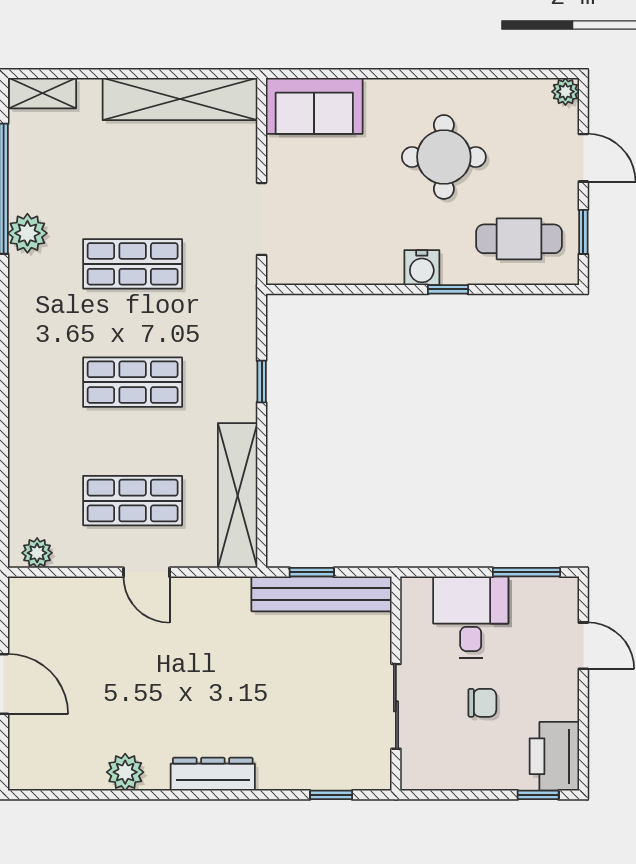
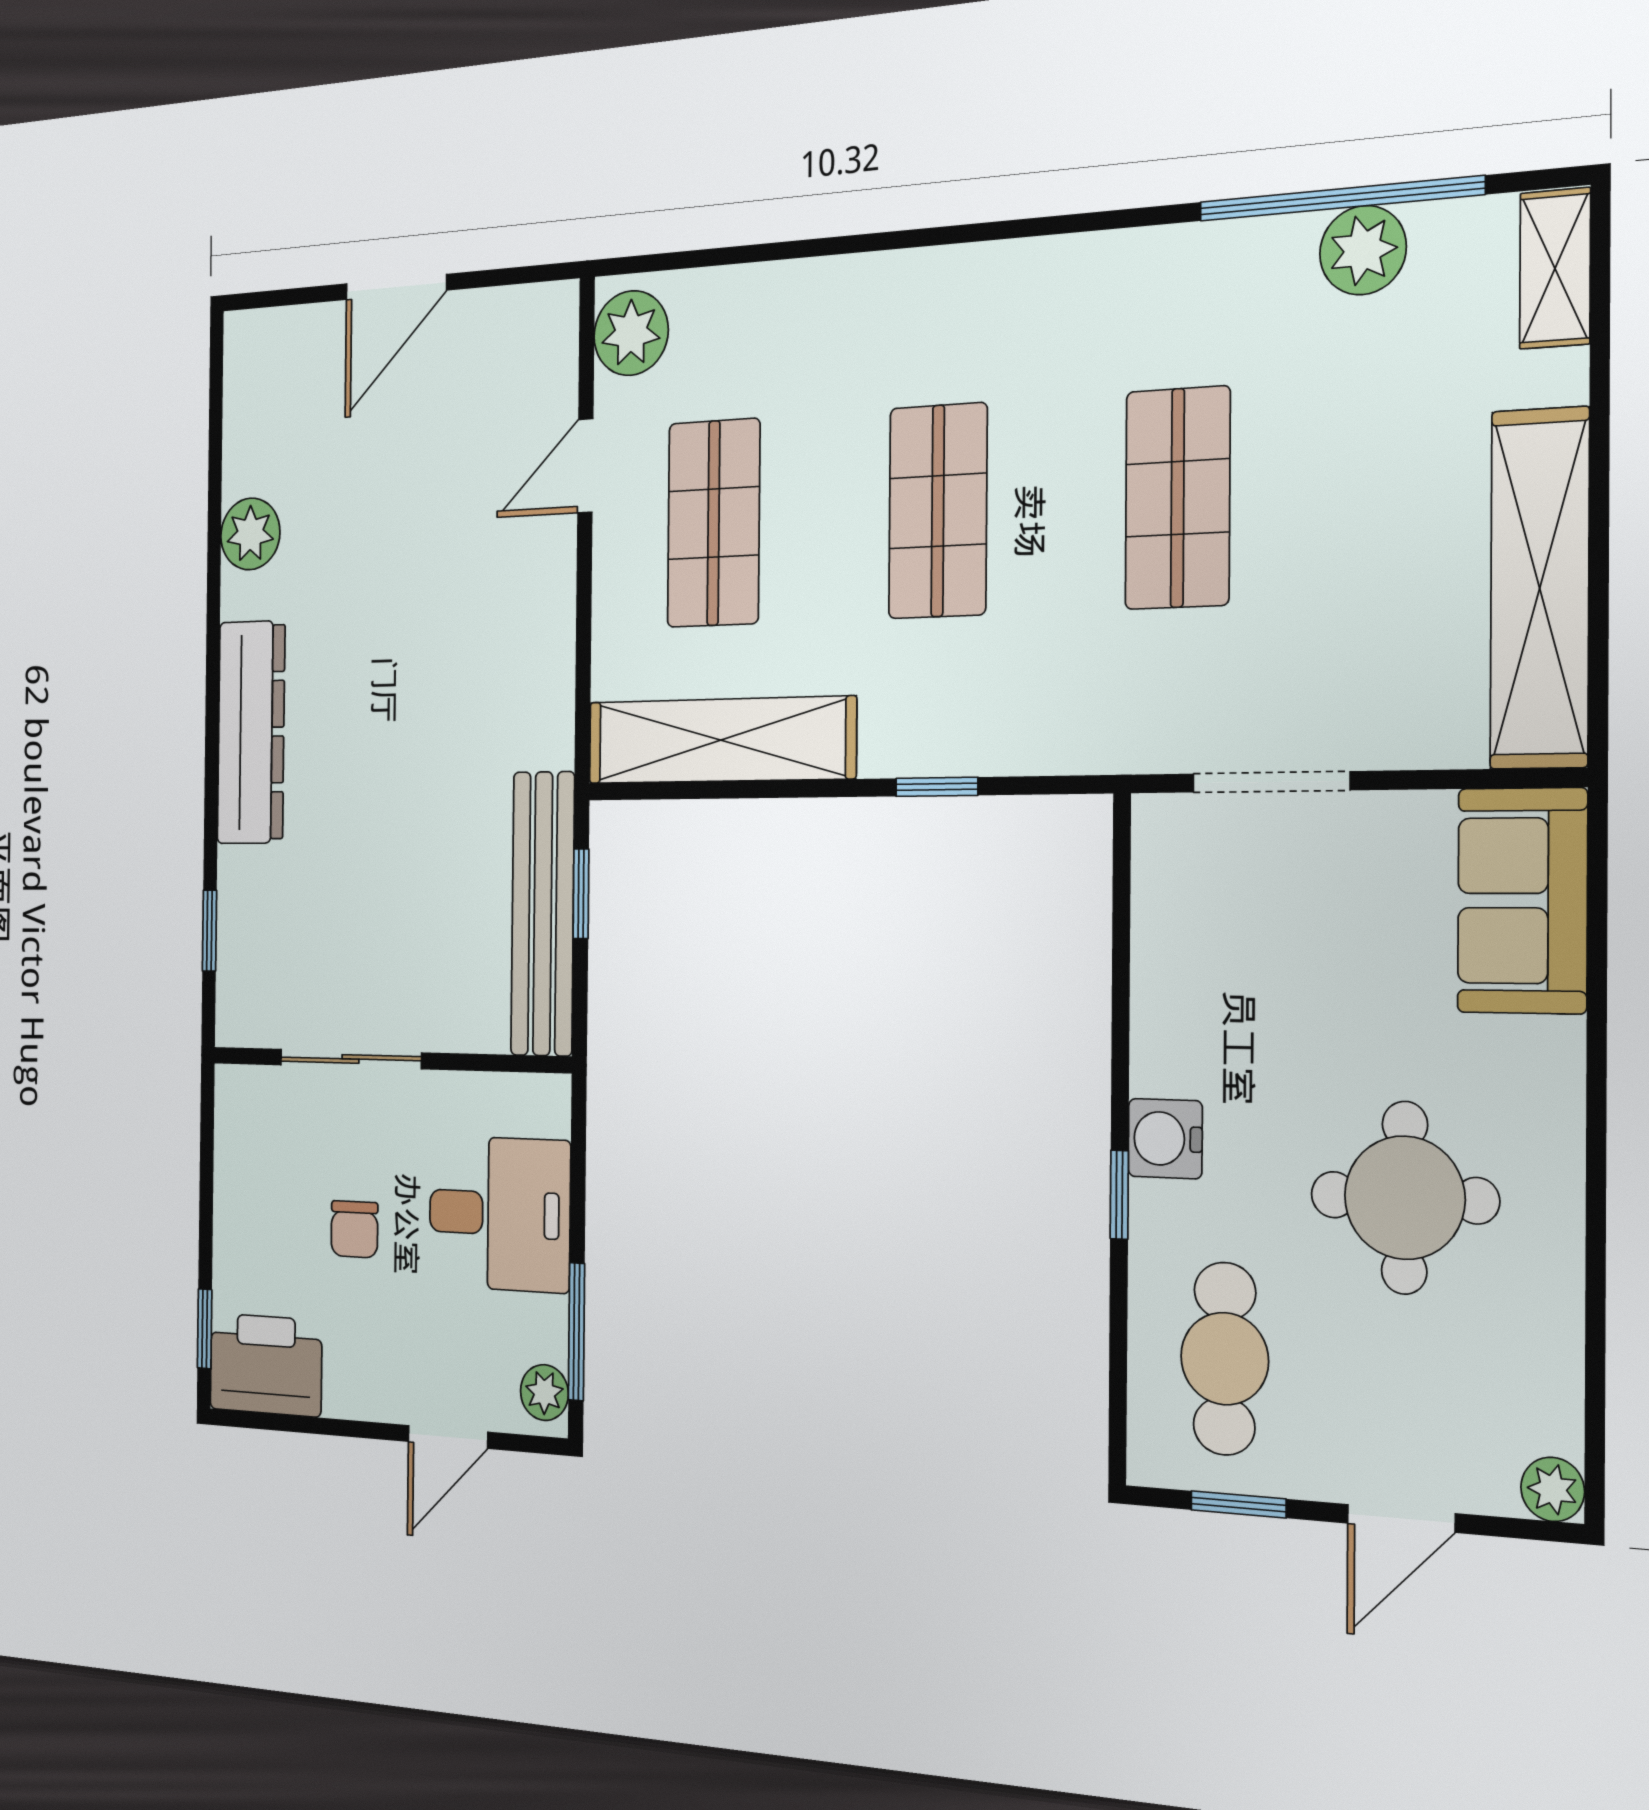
plant: (27, 233) -> (1363, 250), moved
plant: (37, 553) -> (631, 333), width x1.38, depth x1.38
door: (147, 572) -> (585, 466), moved
plant: (557, 590) -> (544, 1393), added
dresser: (213, 774) -> (251, 732), width x1.37, depth x1.24

